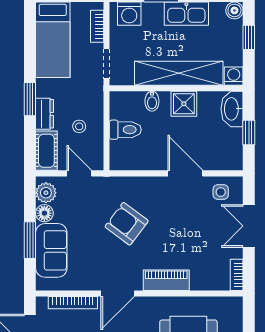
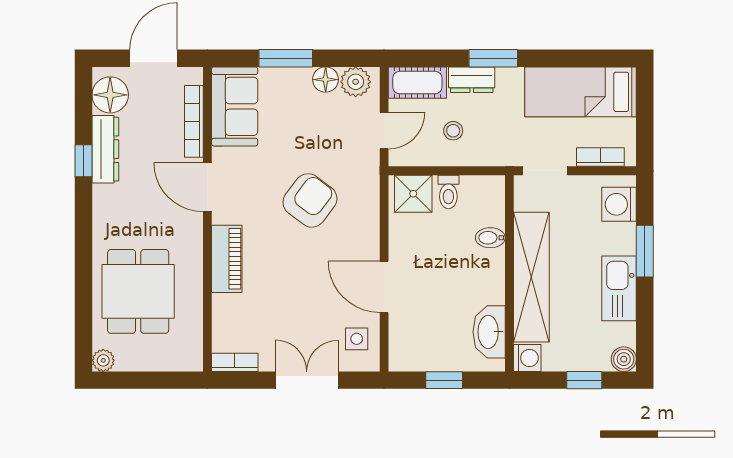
shower: (184, 104) -> (413, 194), moved
washbasin: (232, 109) -> (489, 332), moved, turned -90
toilet: (125, 130) -> (448, 192), width x0.73, depth x0.72
door: (185, 173) -> (384, 287), swing flipped
sofa: (51, 250) -> (235, 106), moved, turned -90

